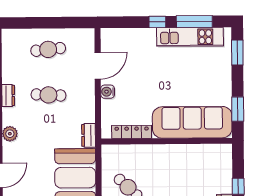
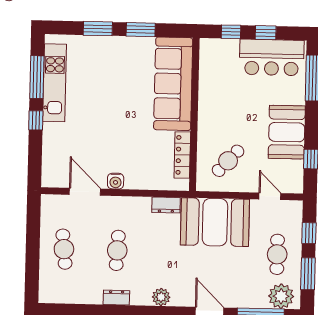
window: (237, 52) -> (98, 29), moved
sofa: (192, 122) -> (173, 84), moved
locker: (132, 132) -> (182, 155), moved
wall: (167, 141) -> (194, 114), moved

